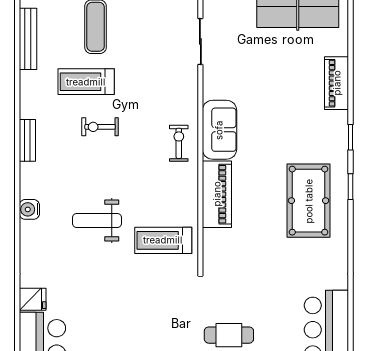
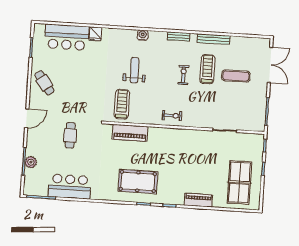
bench: (28, 39) -> (214, 39), moved
sofa: (219, 130) -> (178, 137), removed
piano: (217, 194) -> (130, 133), moved

